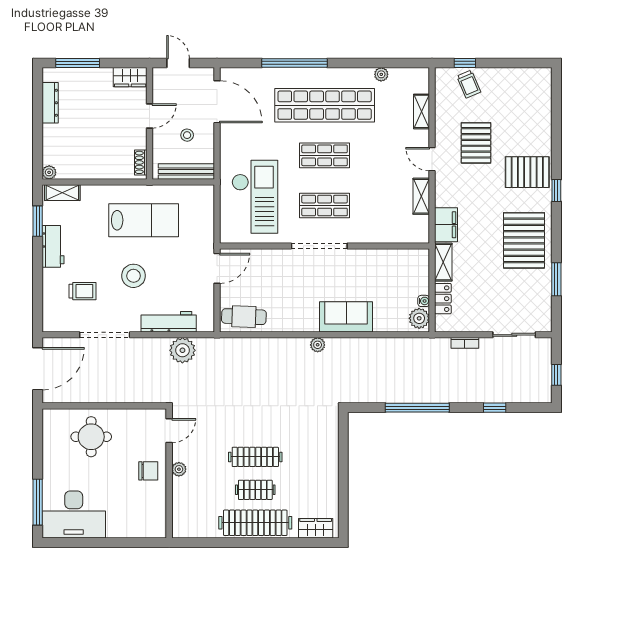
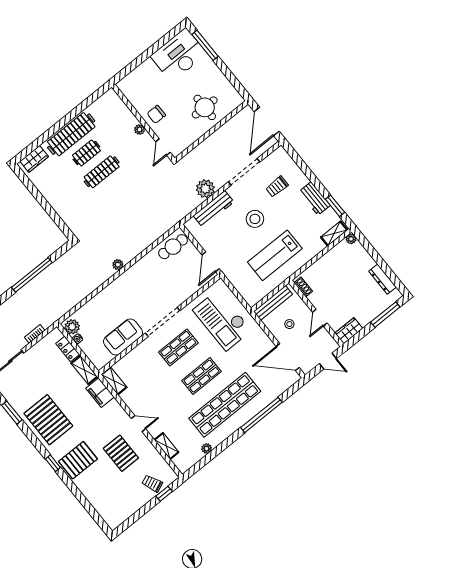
shelving: (421, 196) -> (114, 381), moved
sofa: (346, 317) -> (123, 337), moved, turned 180
plant: (182, 350) -> (205, 189), moved

